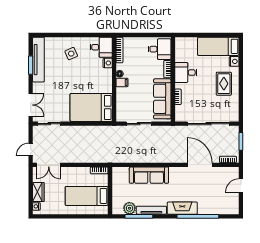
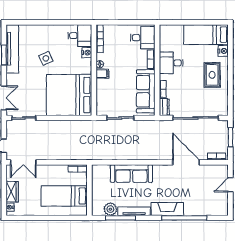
side table: (71, 54) -> (46, 58), moved
bed: (91, 107) -> (69, 95), width x1.36
dresser: (179, 113) -> (164, 107), added

